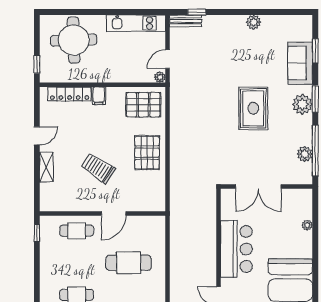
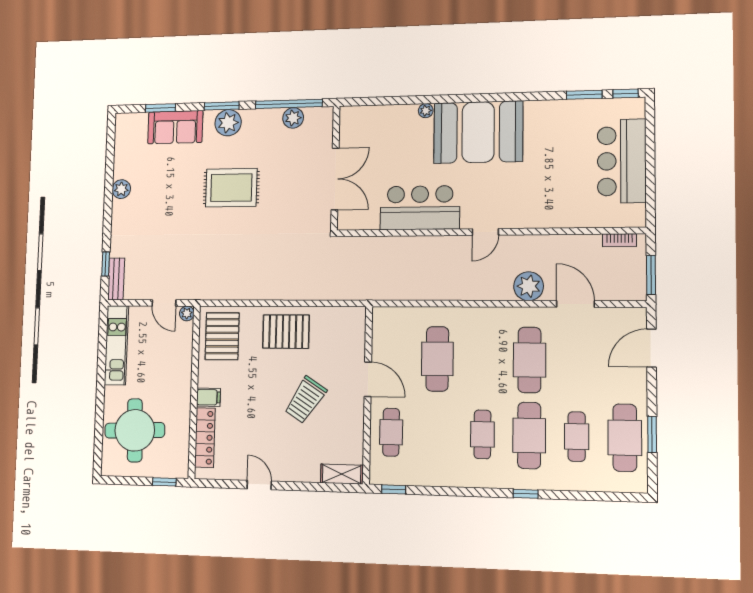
shelving: (46, 167) -> (342, 474), moved
plant: (307, 225) -> (426, 111), moved

